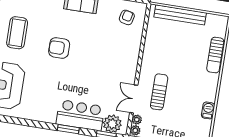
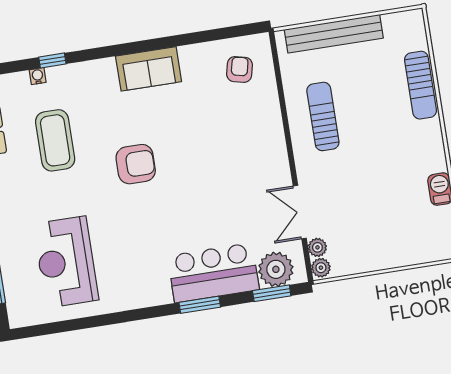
coffee table: (17, 33) -> (55, 140), moved
armchair: (59, 48) -> (136, 164), turned 180
sun lounger: (159, 92) -> (323, 116), moved

